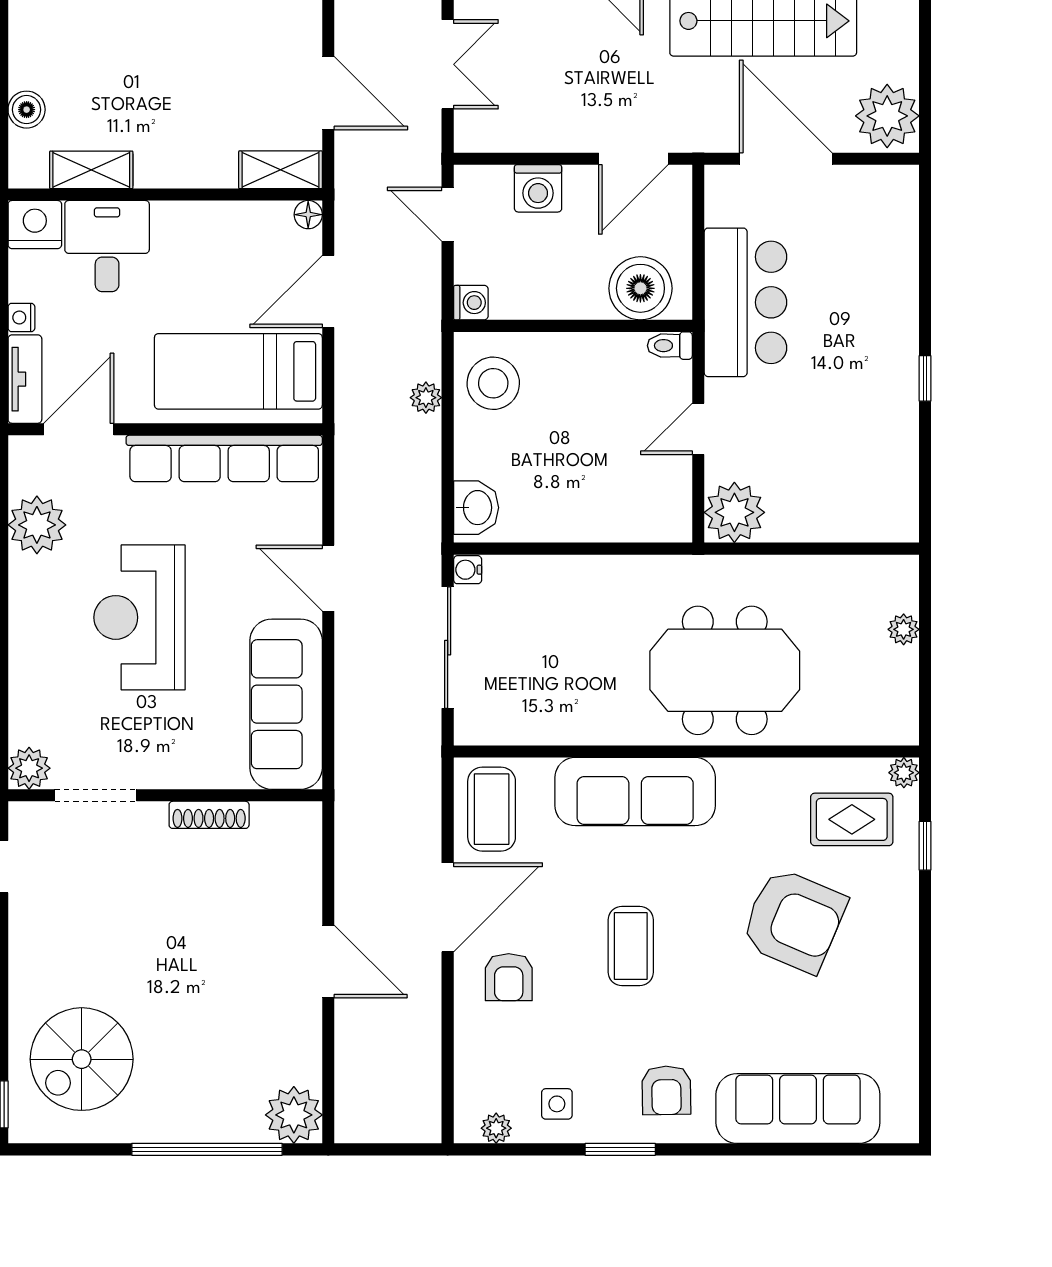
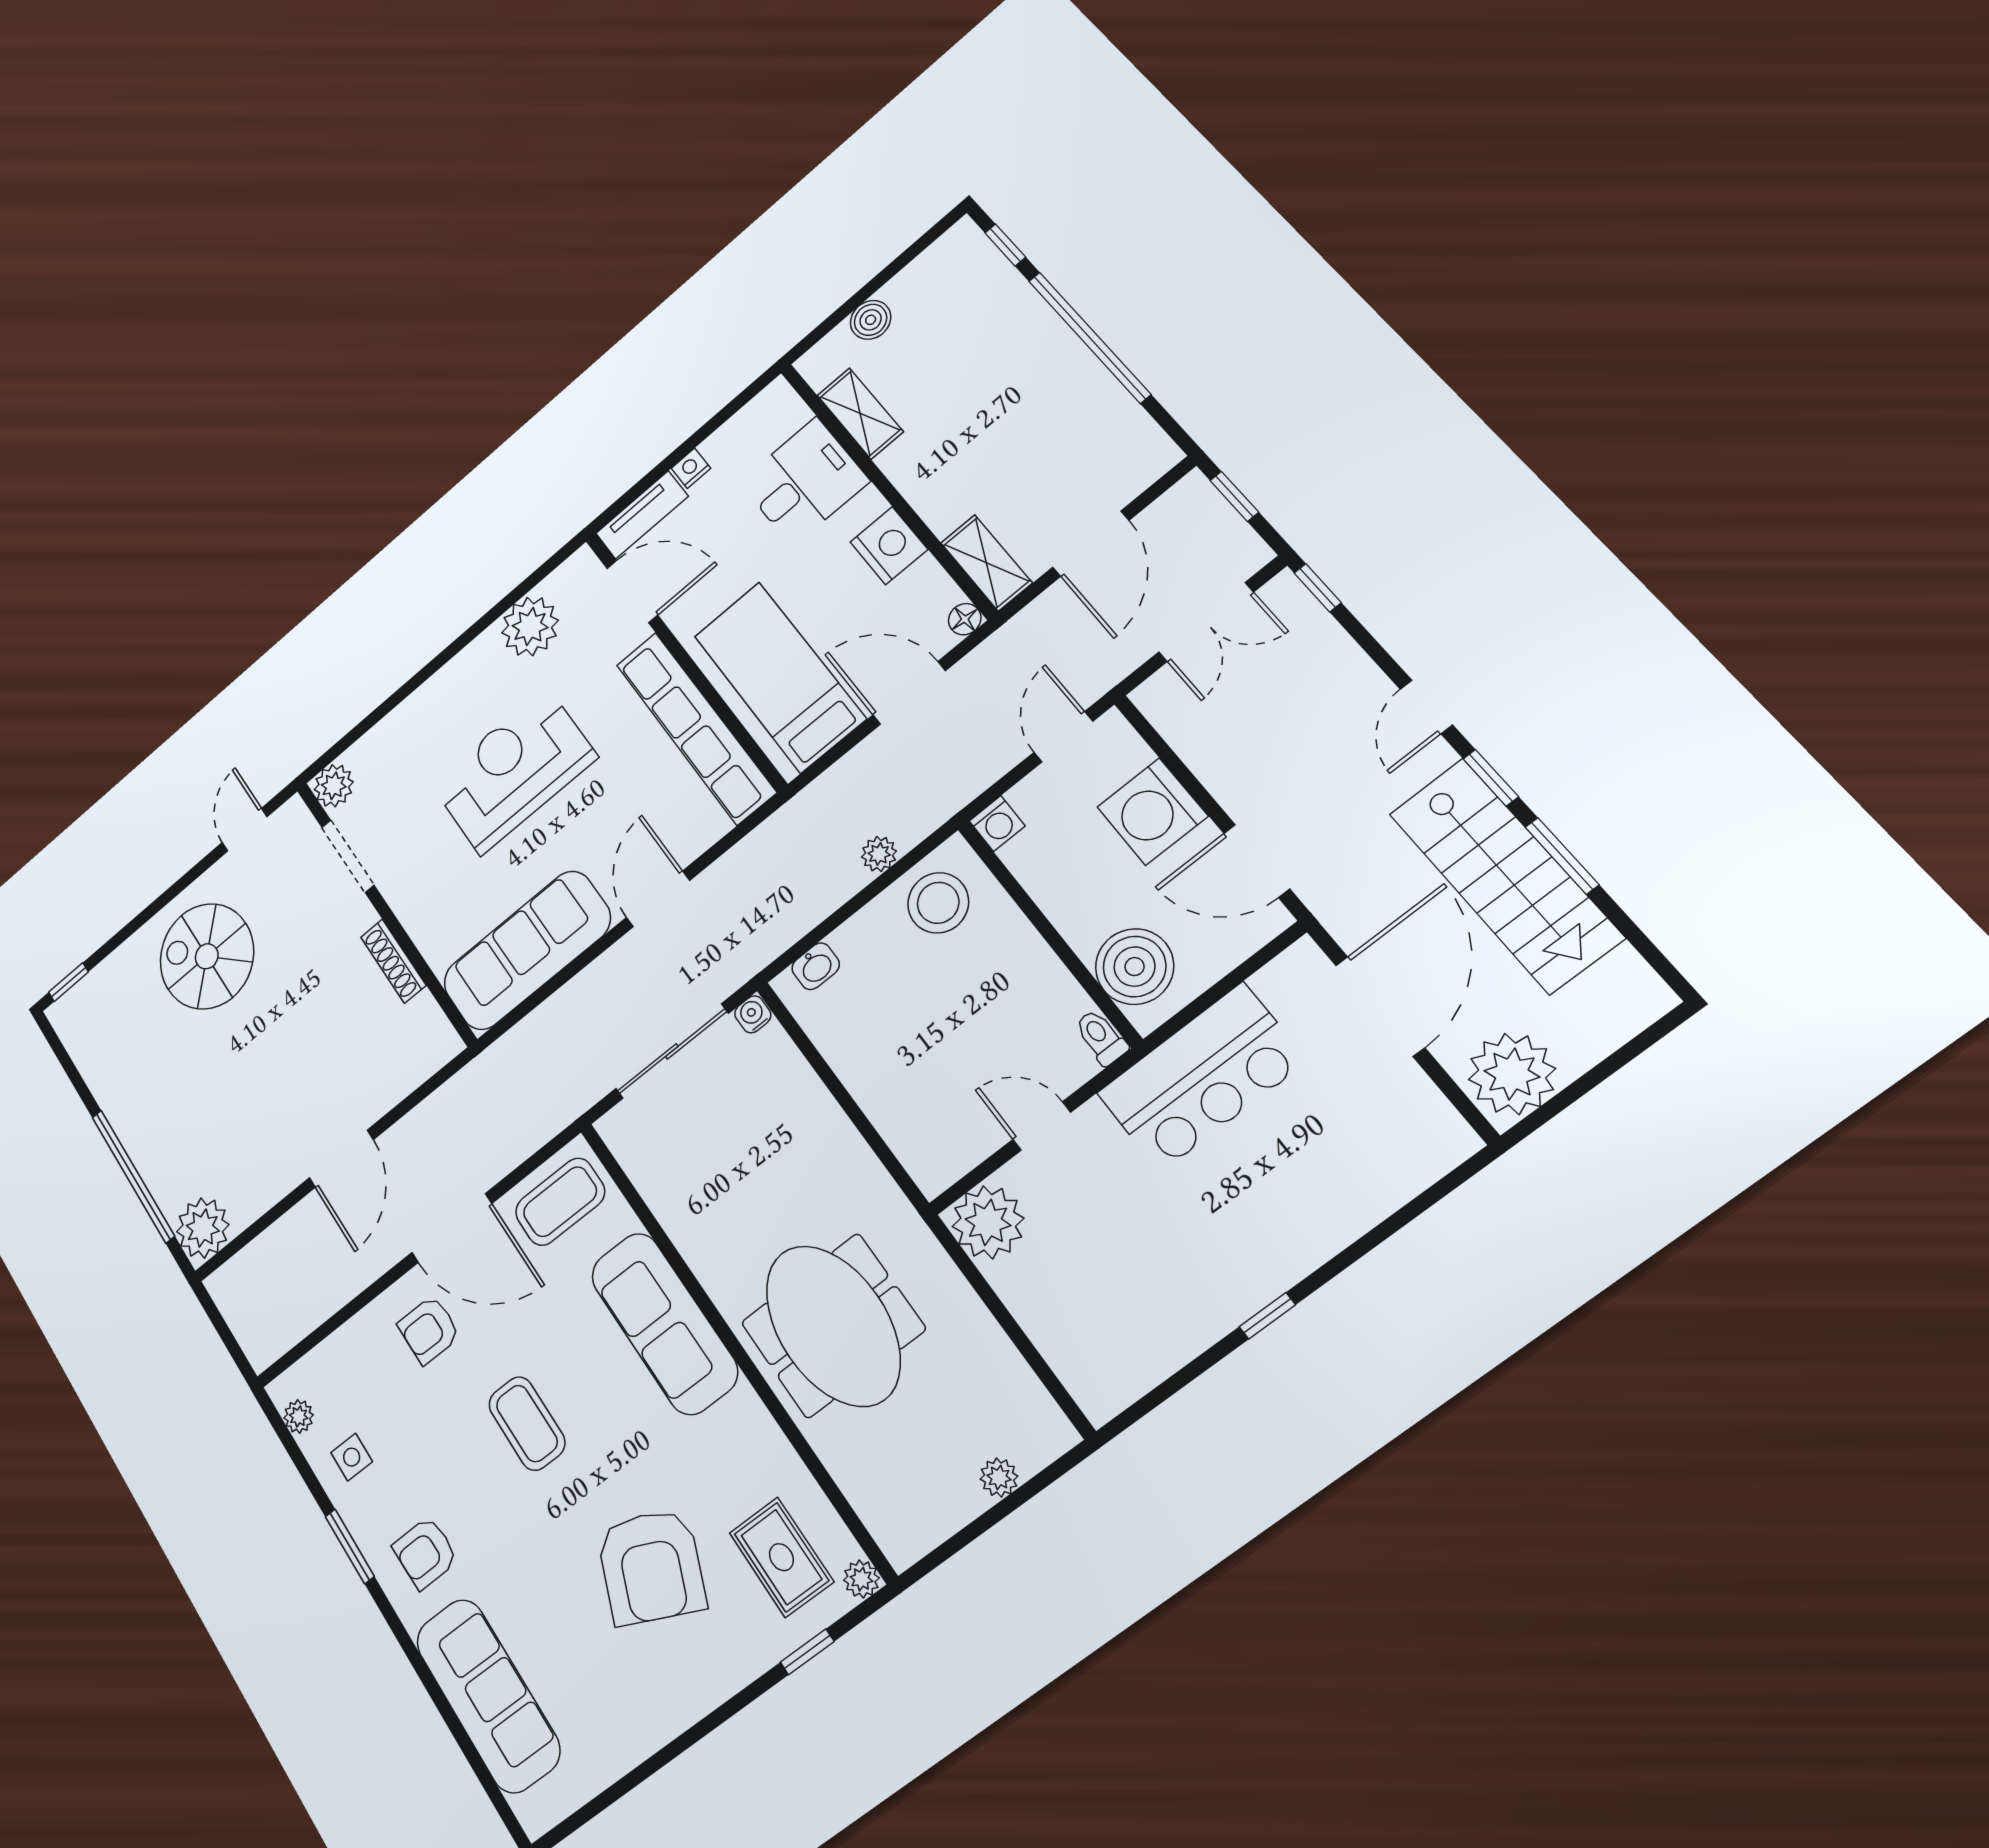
washing machine: (538, 188) -> (1152, 812), width x1.37, depth x1.37
nightstand: (35, 225) -> (889, 546), moved
washbasin: (476, 508) -> (816, 966), width x0.72, depth x0.69
coffee table: (631, 946) -> (527, 1423), turned 90
spiral stairs: (82, 1059) -> (207, 956), moved

